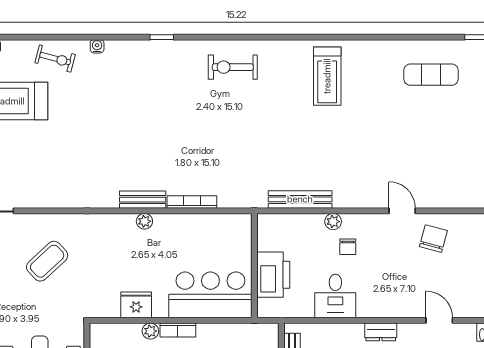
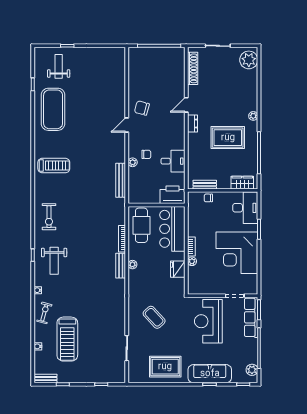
exercise mat: (431, 75) -> (53, 109), width x2.00, depth x1.45
weight bench: (152, 77) -> (54, 261), added
cafe table: (217, 238) -> (141, 225), added
printer: (273, 275) -> (173, 195), moved
dresser: (381, 332) -> (192, 124), moved

